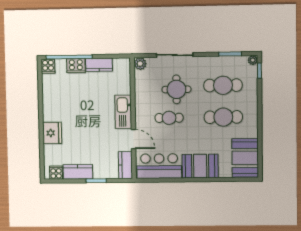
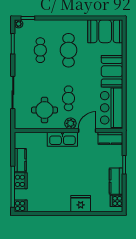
plant: (140, 64) -> (70, 123), moved
cafe table: (223, 85) -> (40, 50), width x0.73, depth x0.74
round table: (176, 89) -> (44, 110), moved

